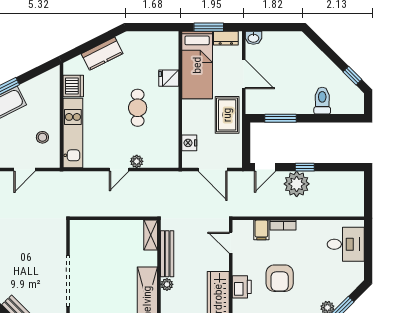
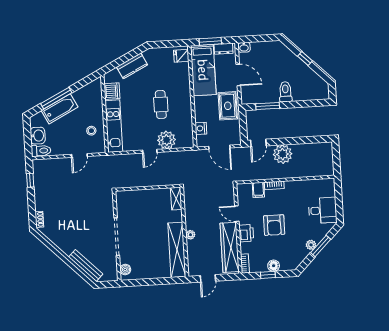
window: (352, 76) -> (305, 58), moved
fridge: (169, 78) -> (181, 56), moved
toilet: (322, 101) -> (285, 92), moved
plant: (137, 161) -> (166, 140), width x1.88, depth x1.88
window: (305, 167) -> (288, 141), removed
door: (231, 243) -> (237, 214), moved
desk: (346, 244) -> (323, 210), moved
bench: (167, 254) -> (189, 212), removed

